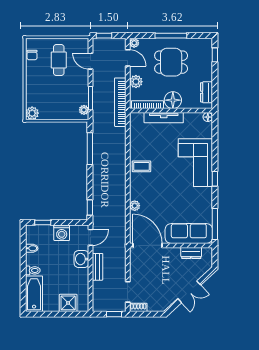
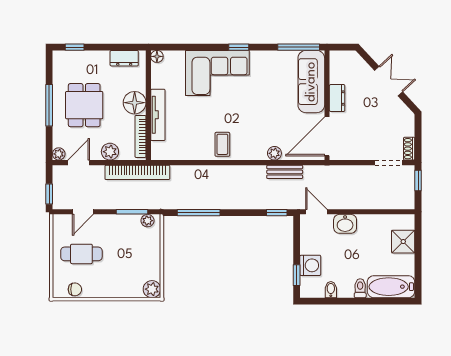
washing machine: (62, 233) -> (310, 265), moved
dresser: (191, 253) -> (337, 98), moved
bench: (98, 267) -> (285, 172), moved

